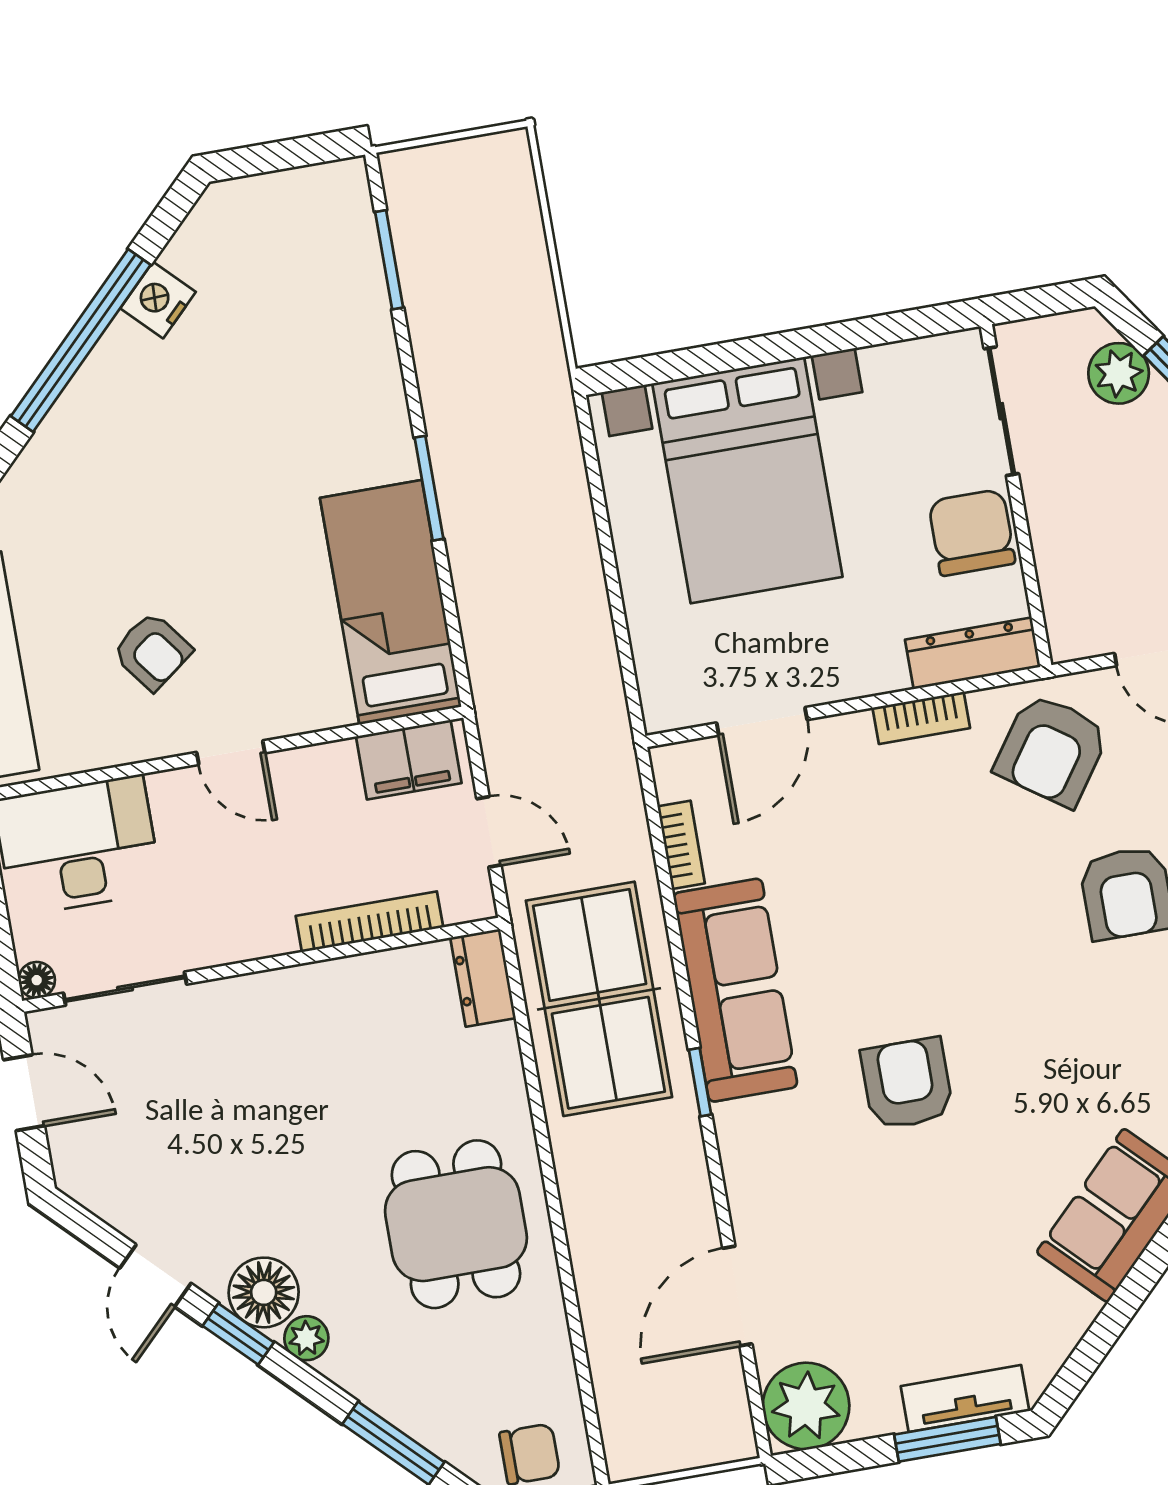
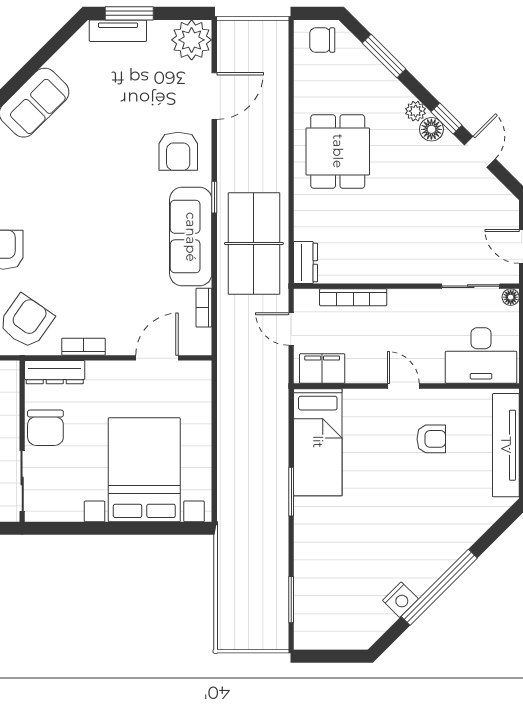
armchair: (152, 651) -> (431, 439), turned 127
armchair: (907, 1084) -> (178, 151), moved
floor lamp: (264, 1292) -> (431, 129), width x0.73, depth x0.73

